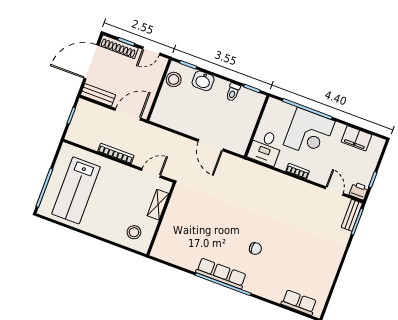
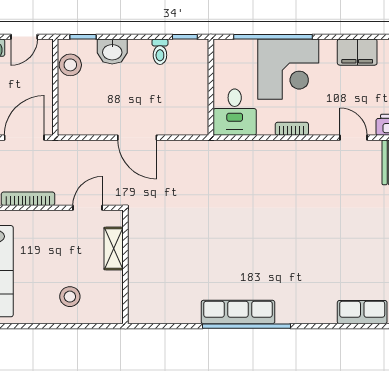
door: (211, 145) -> (137, 138), moved
stool: (134, 232) -> (70, 297), moved
chair: (255, 249) -> (273, 259), removed

